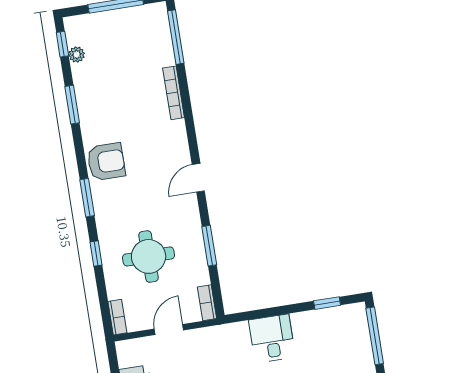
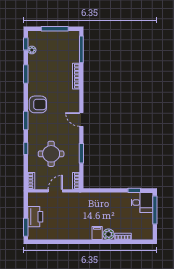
door: (198, 178) -> (81, 119), hinge flipped
desk: (272, 338) -> (142, 203), moved, turned 90

